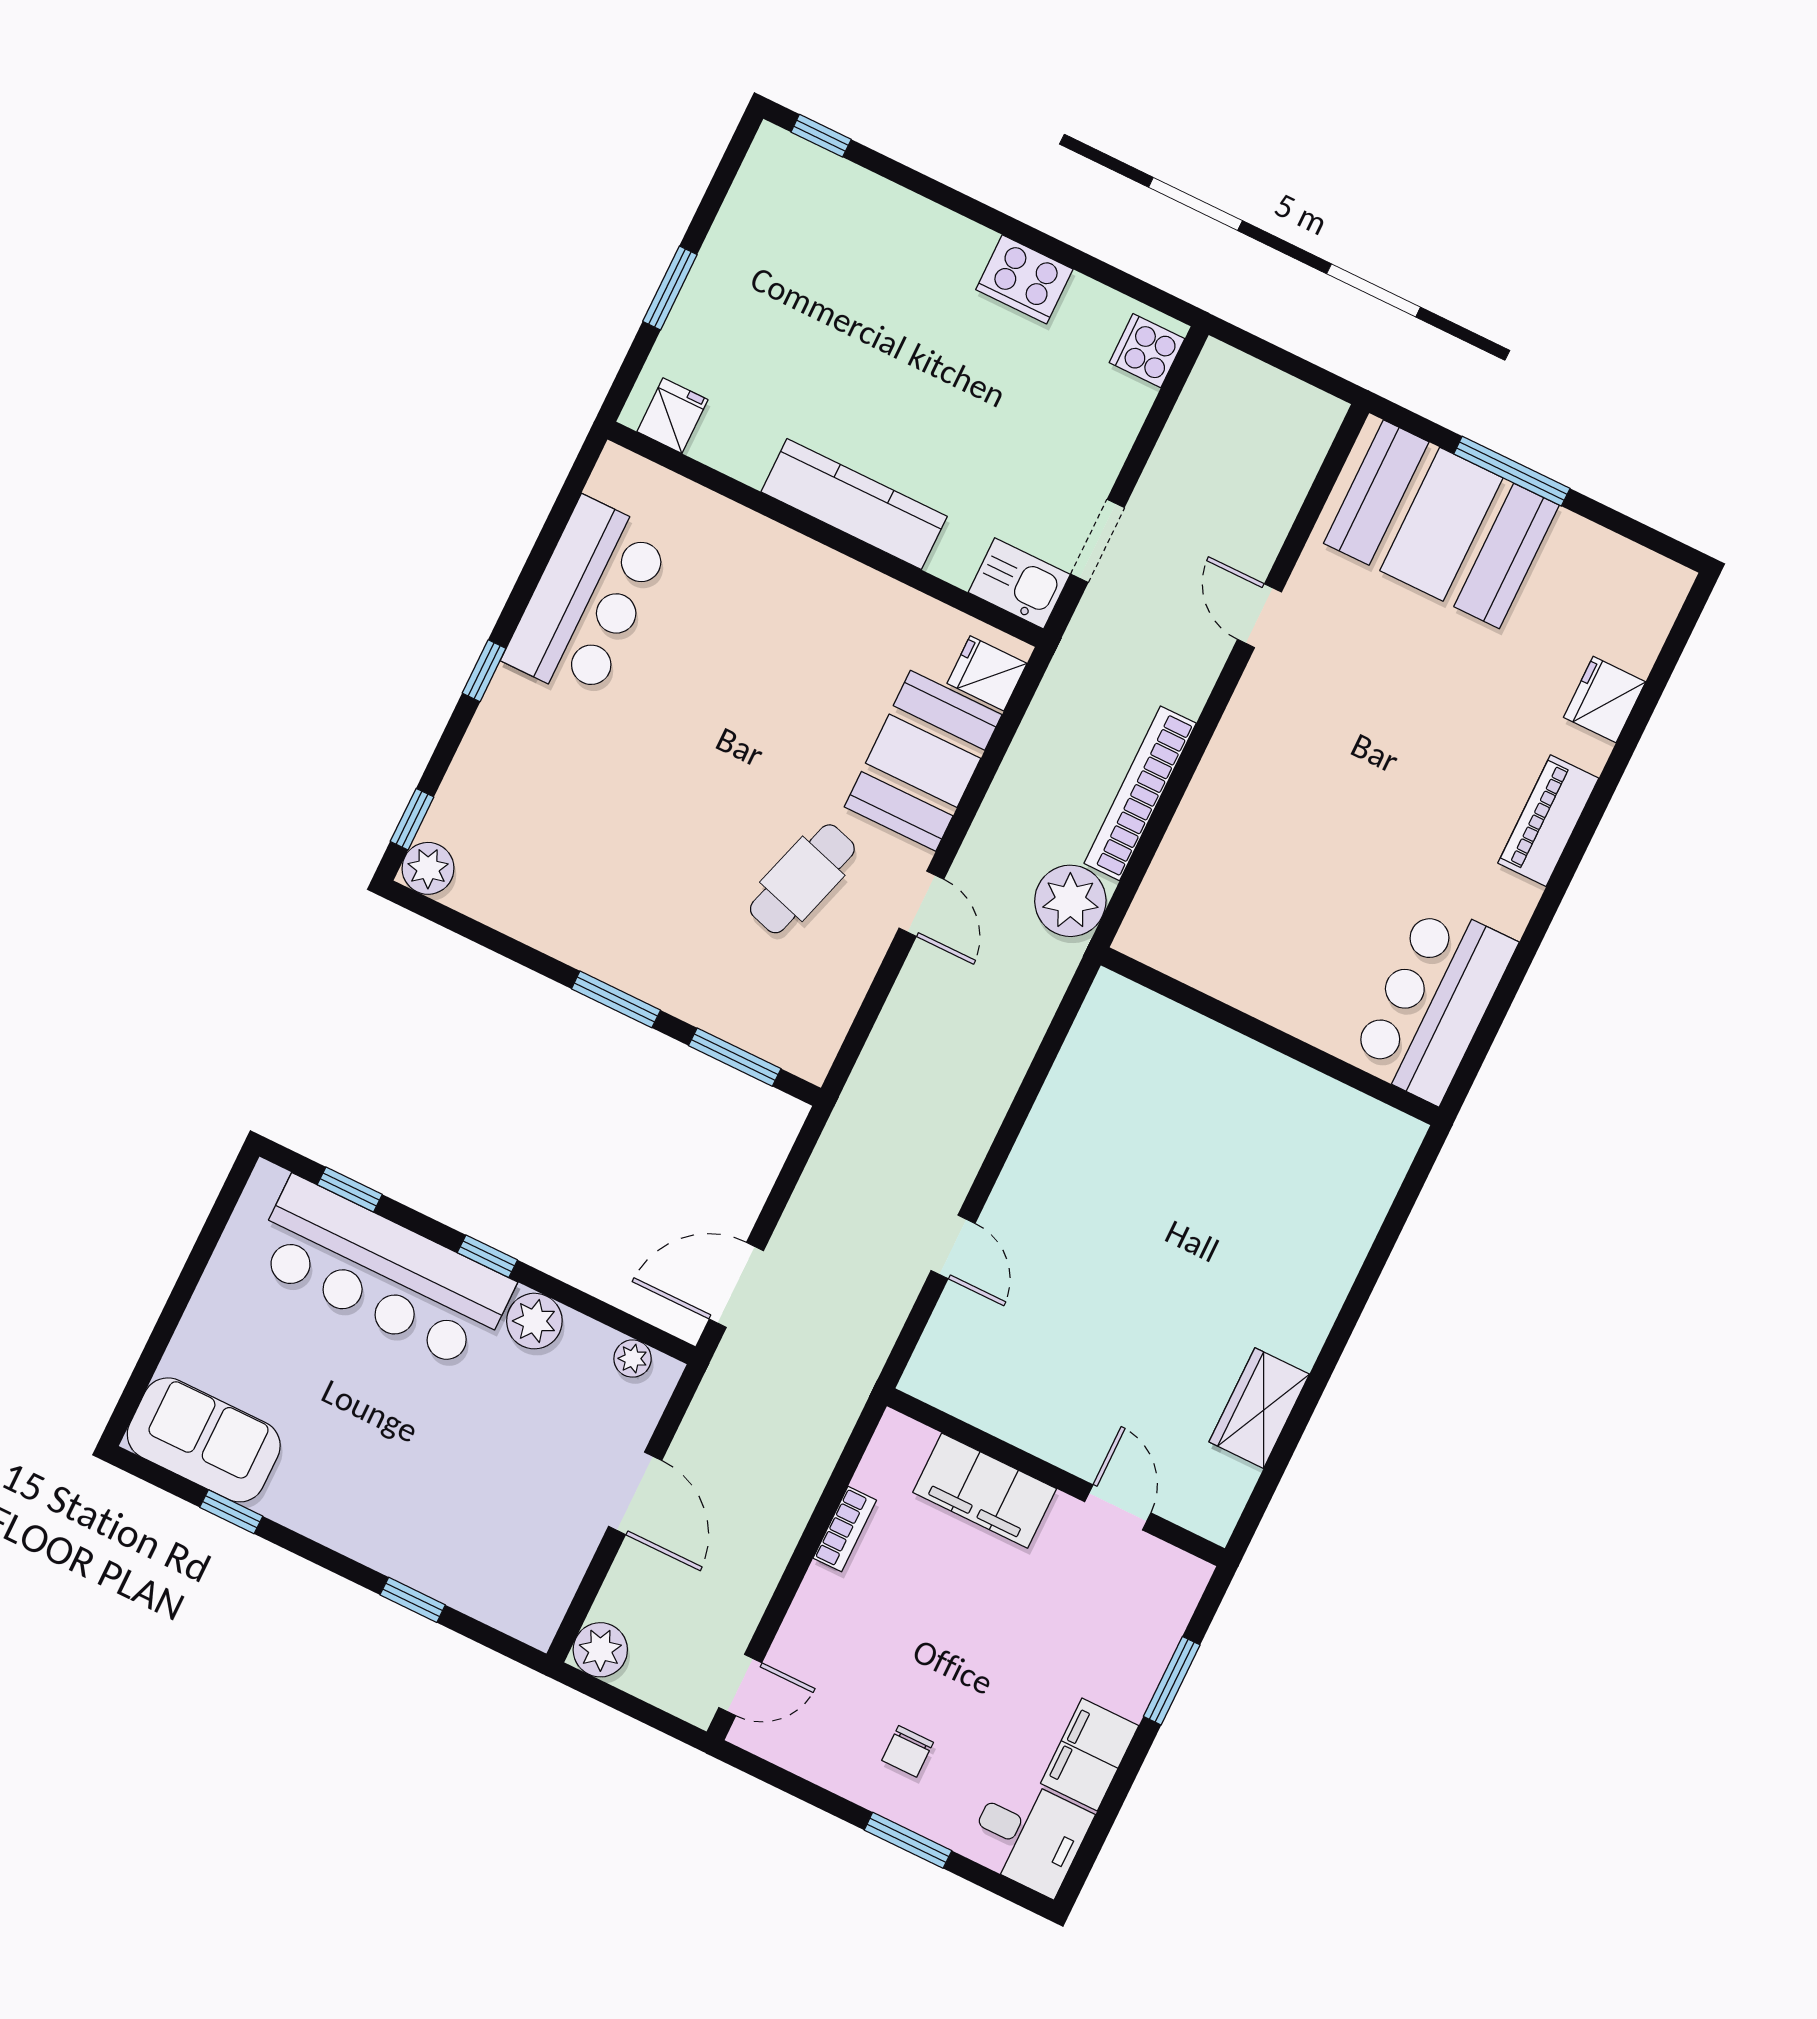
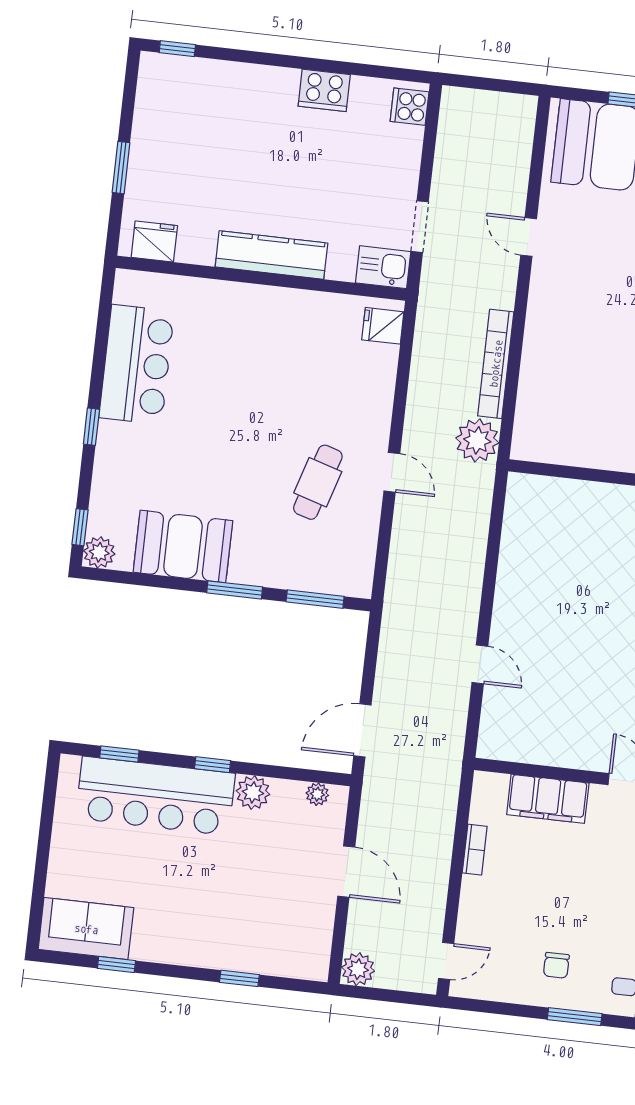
fridge: (672, 416) -> (154, 241), width x1.38
booth: (923, 761) -> (183, 546), moved, turned 90

